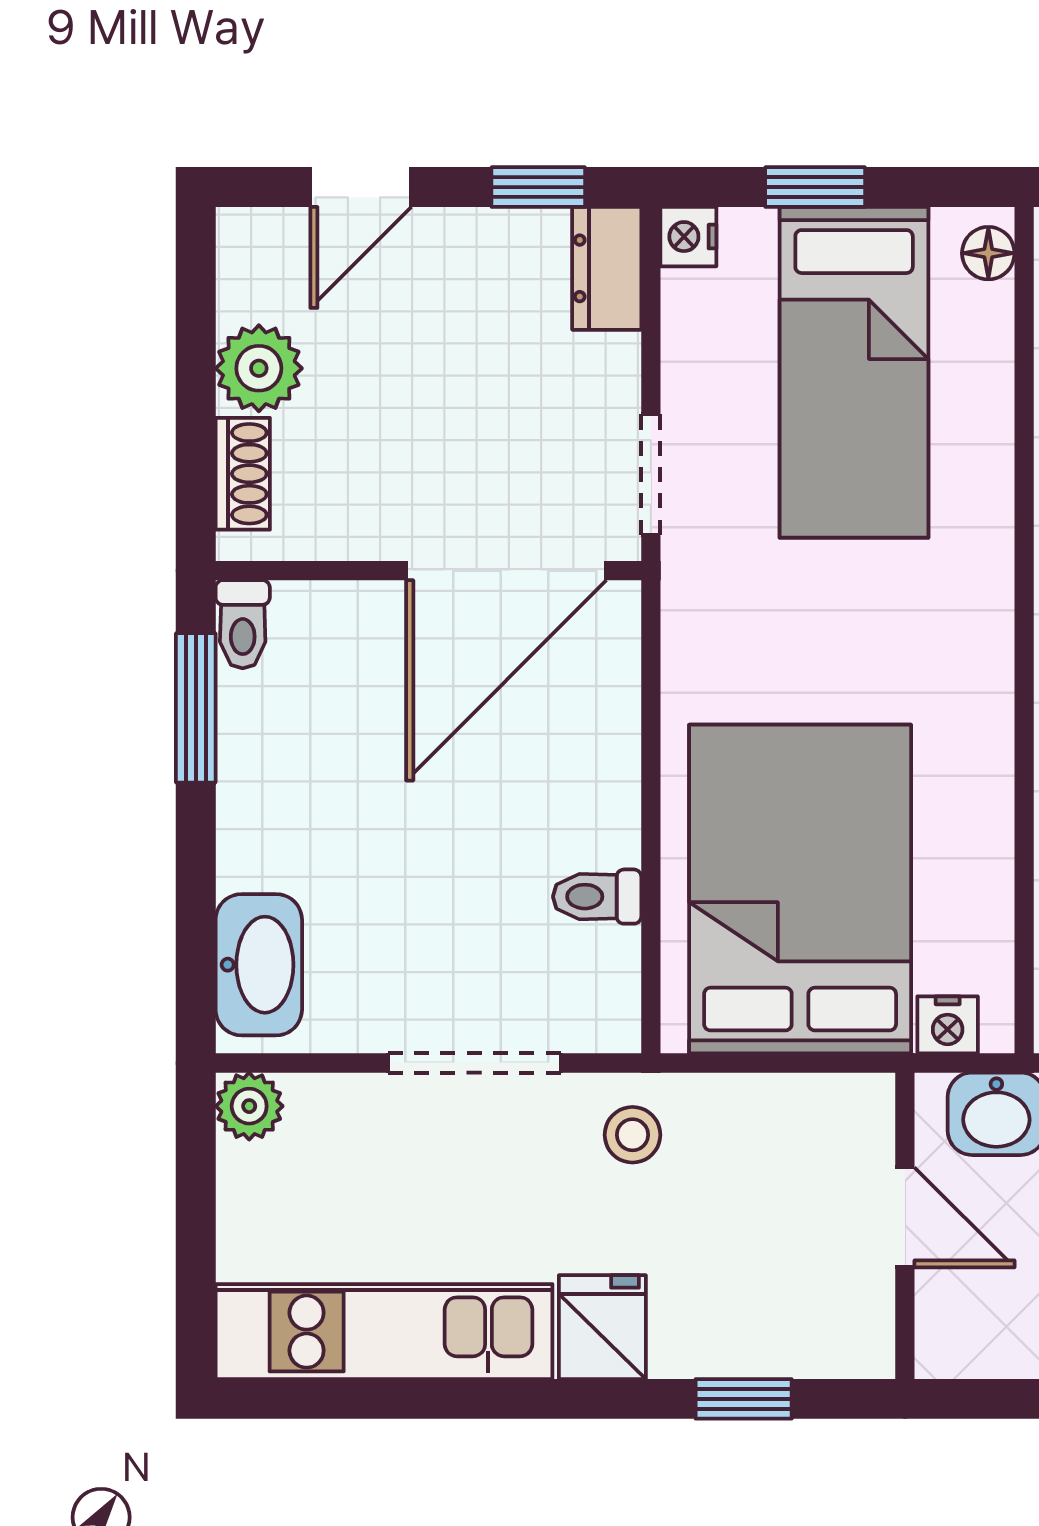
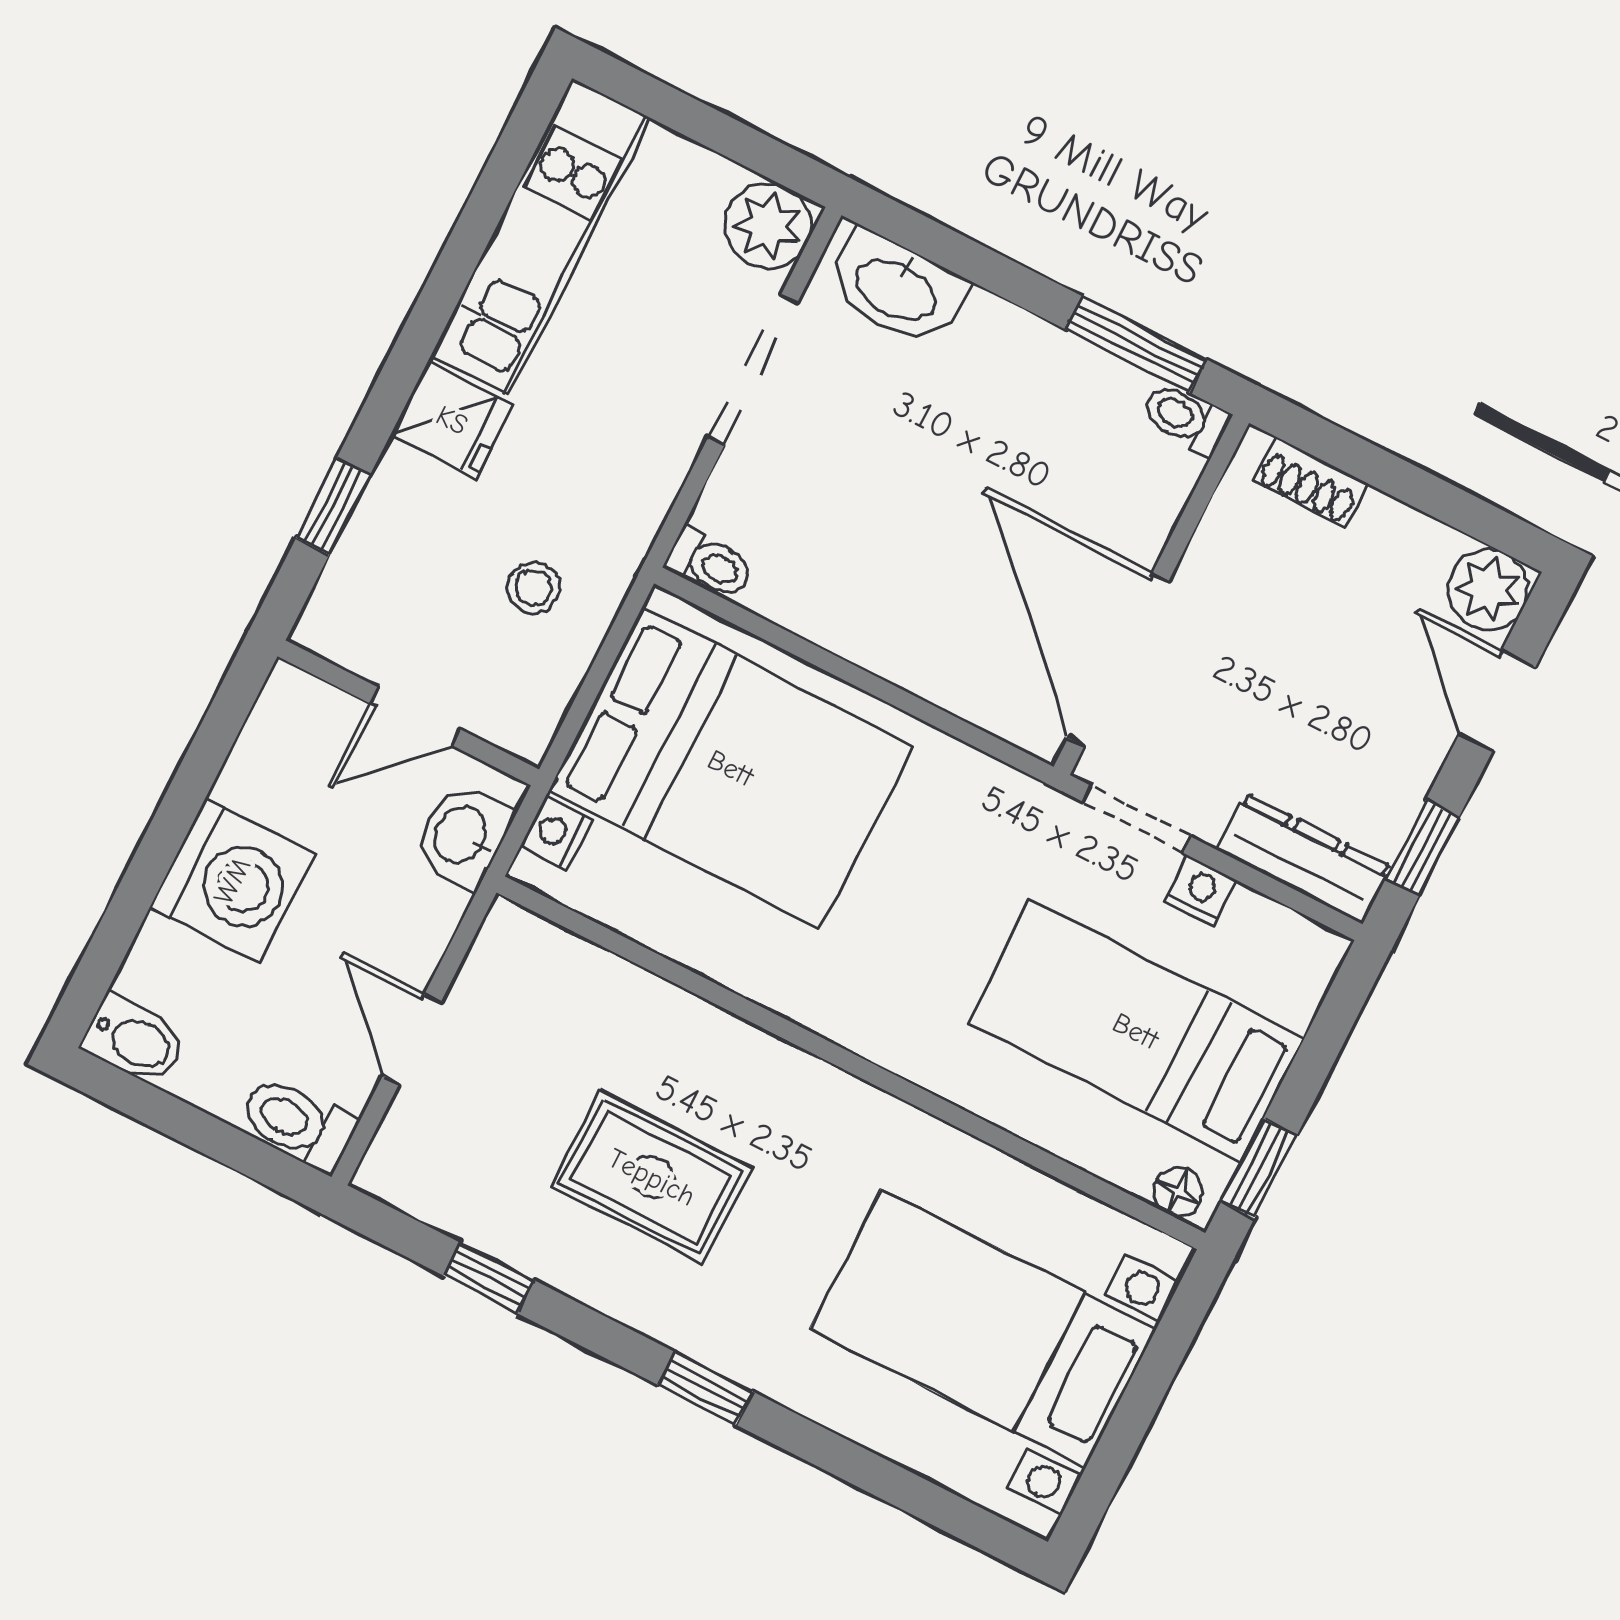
window: (815, 187) -> (1259, 1168), moved
nightstand: (688, 237) -> (1201, 891), moved
dresser: (607, 268) -> (1304, 858), width x1.44
plant: (259, 368) -> (1488, 590), moved
toilet: (597, 897) -> (710, 564), moved, turned 90
doorway: (474, 1063) -> (753, 370), moved
plant: (249, 1106) -> (768, 226), width x1.38, depth x1.38
stool: (632, 1135) -> (533, 588), moved

